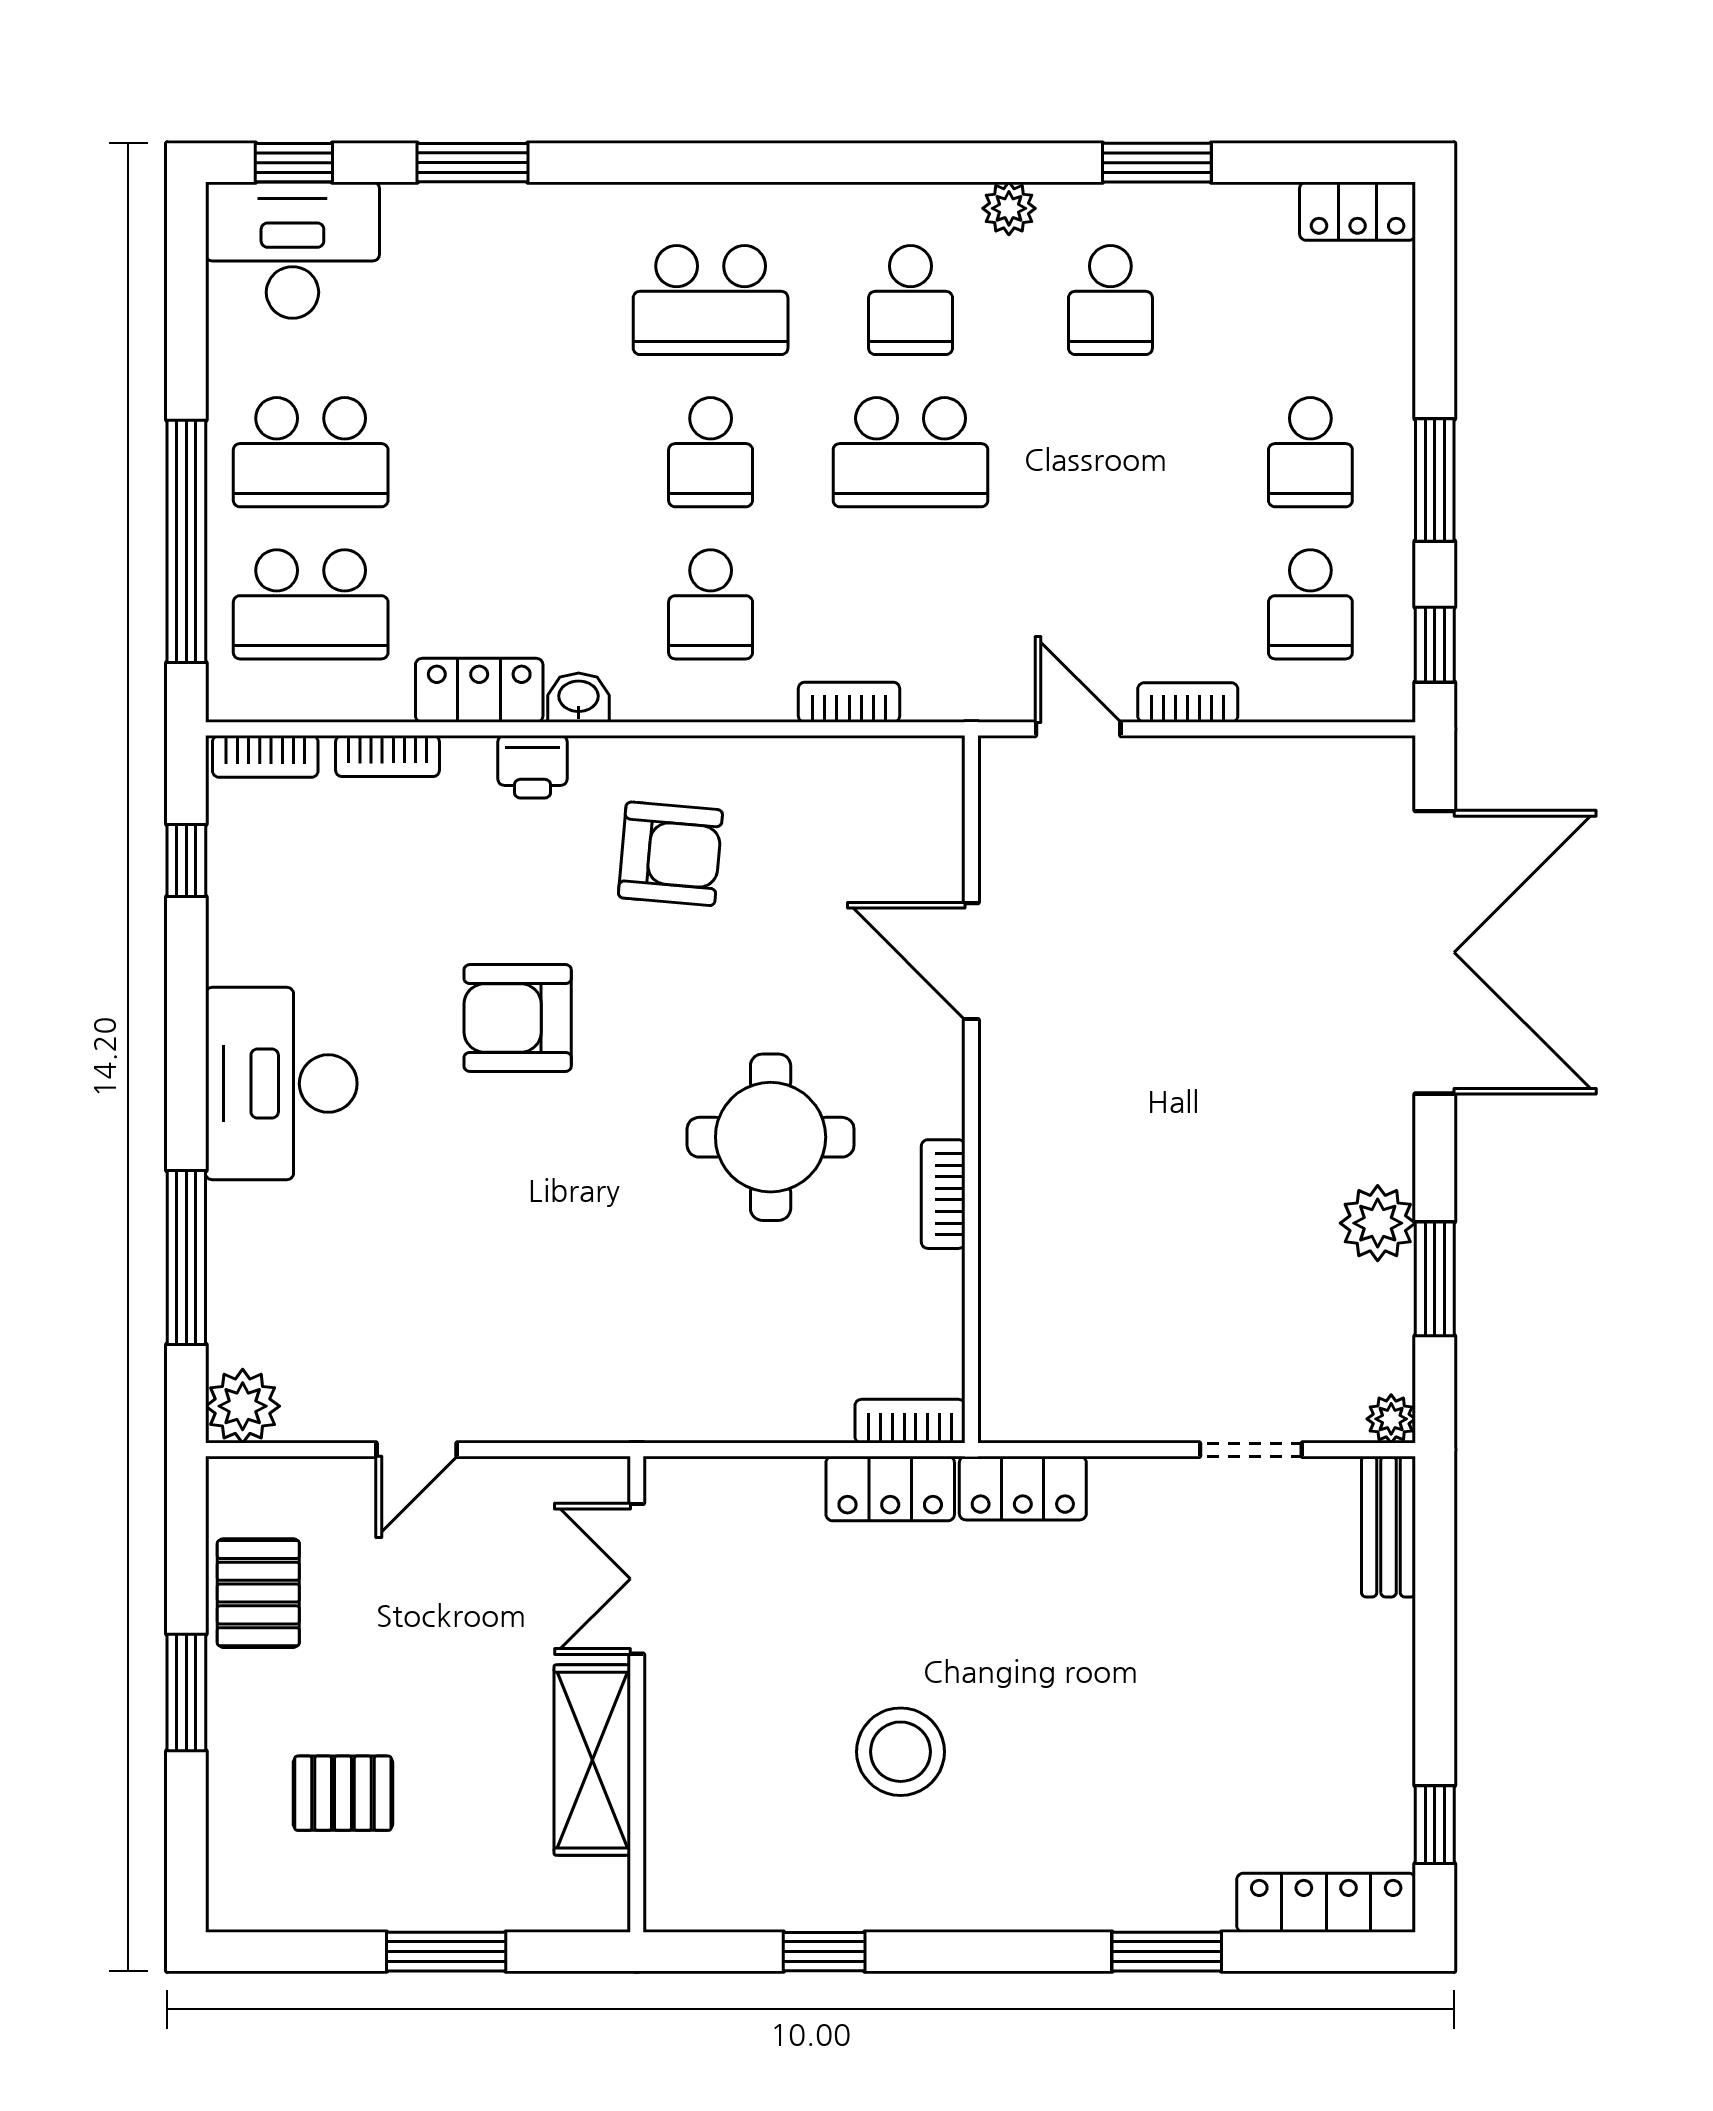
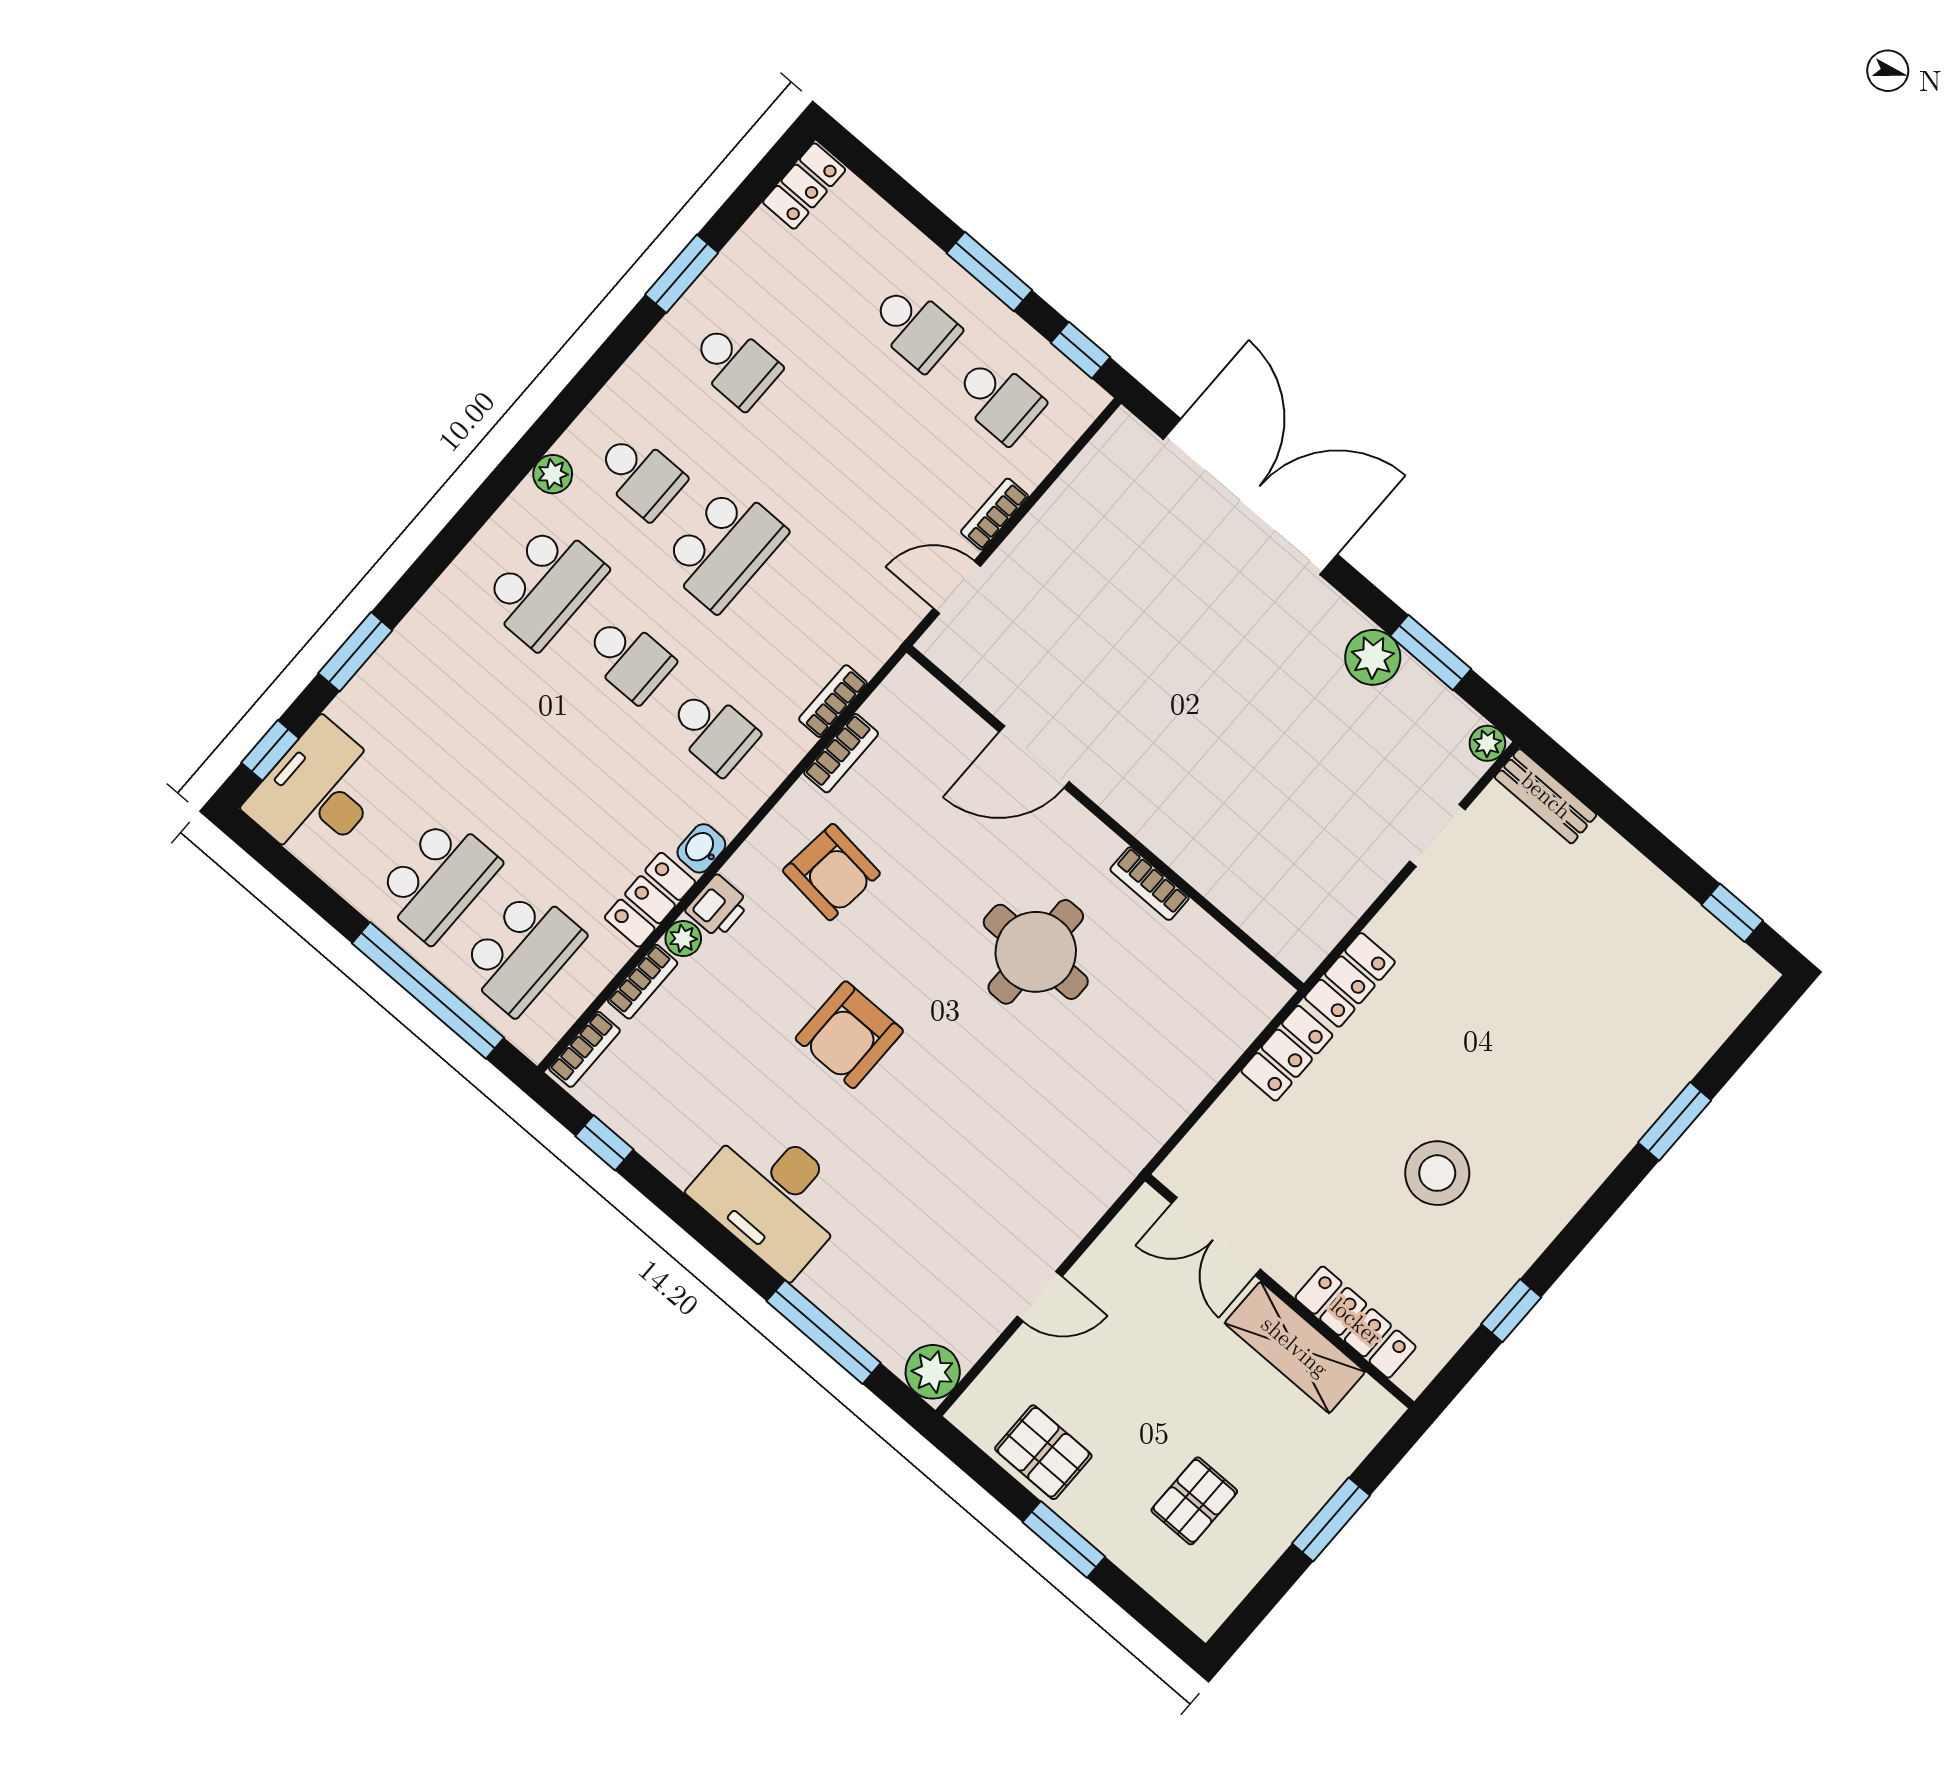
plant: (1009, 208) -> (553, 474), moved
plant: (469, 760) -> (683, 939), added
armchair: (670, 854) -> (831, 872), turned 91
bookcase: (910, 1421) -> (841, 753), moved, turned 180
door: (417, 1450) -> (1040, 1296), hinge flipped
locker: (1326, 1903) -> (1356, 1322), moved, turned 90

